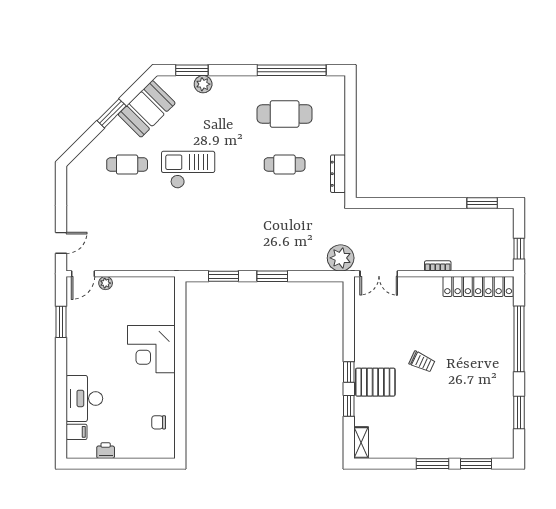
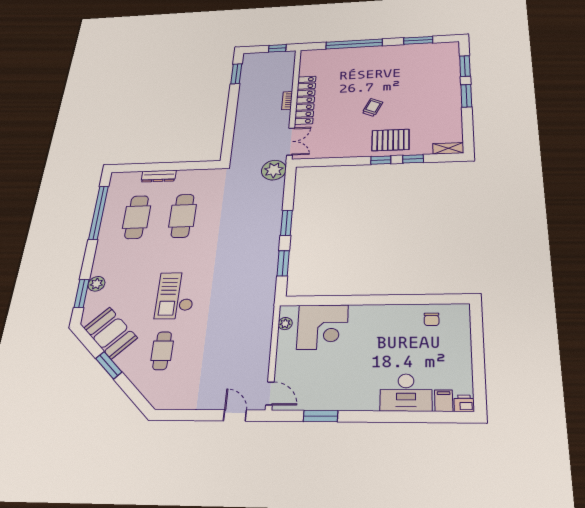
cafe table: (285, 164) -> (183, 216), width x1.37, depth x1.35
dresser: (338, 174) -> (159, 176), moved
plant: (106, 283) -> (285, 324), moved
locker: (478, 286) -> (305, 100), moved
corner desk: (151, 349) -> (323, 327), moved
pallet: (375, 382) -> (391, 140), turned 90
printer: (106, 451) -> (464, 403), moved, turned 90

